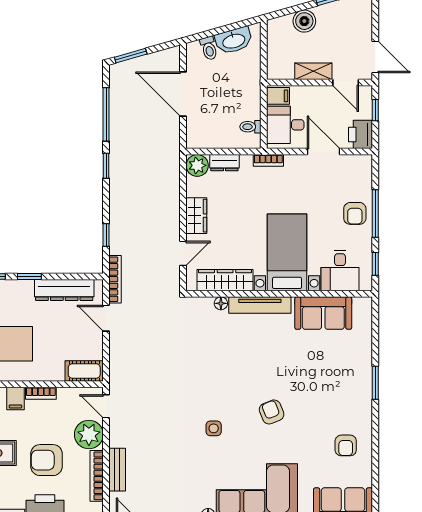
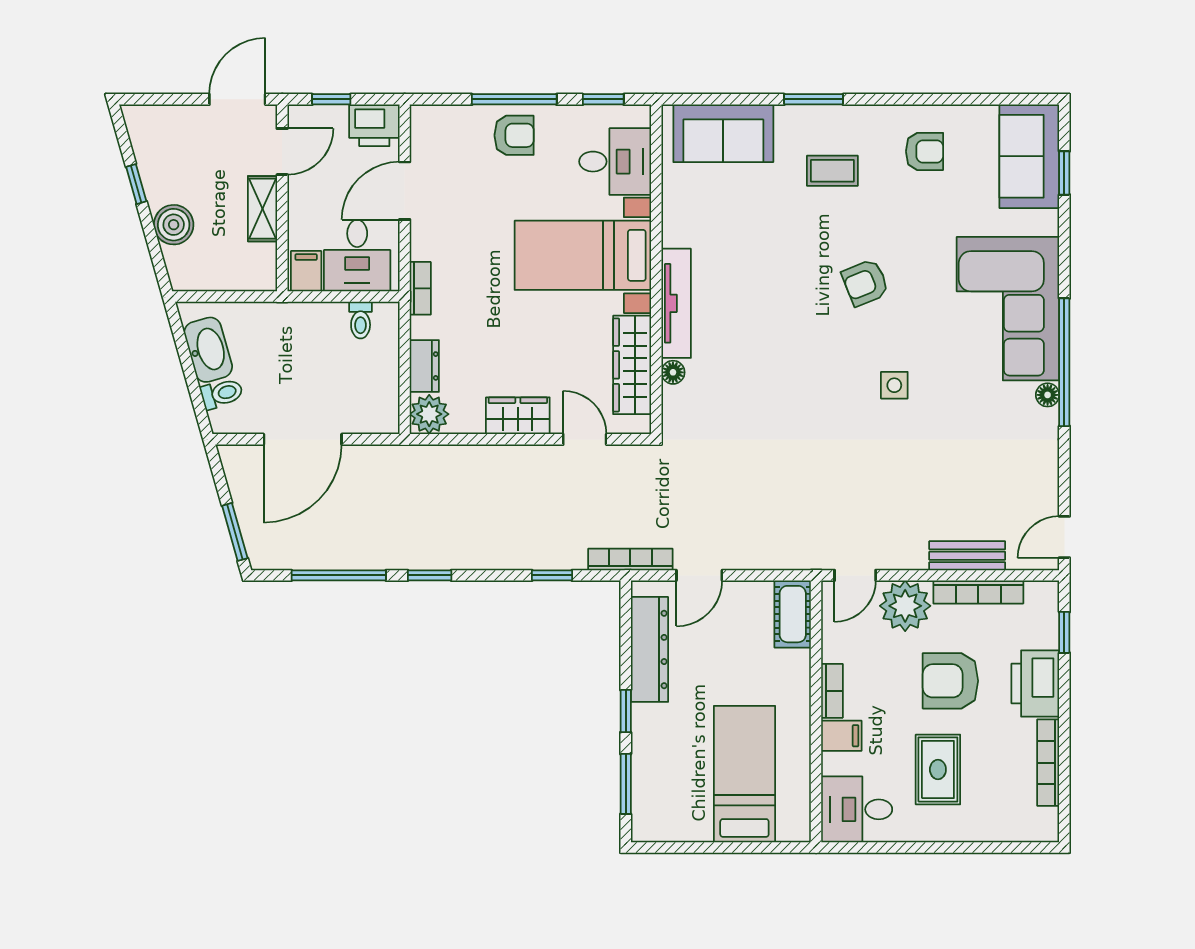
sofa: (323, 313) -> (723, 133), moved, turned 90
coffee table: (335, 393) -> (832, 171), added
armchair: (46, 460) -> (950, 681), turned 90

